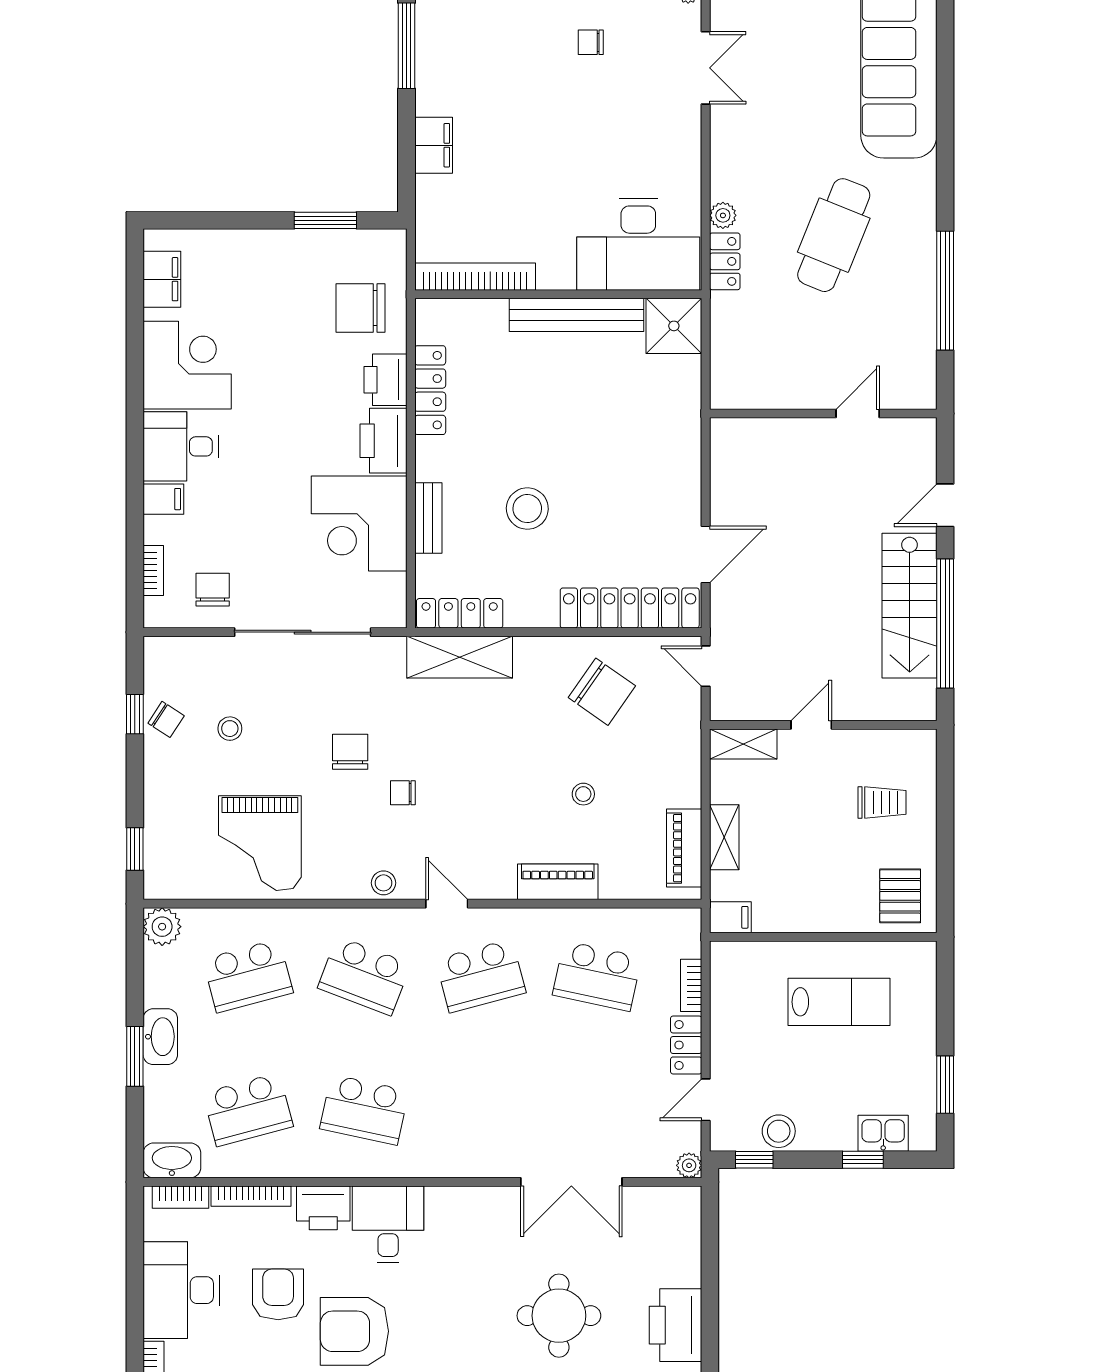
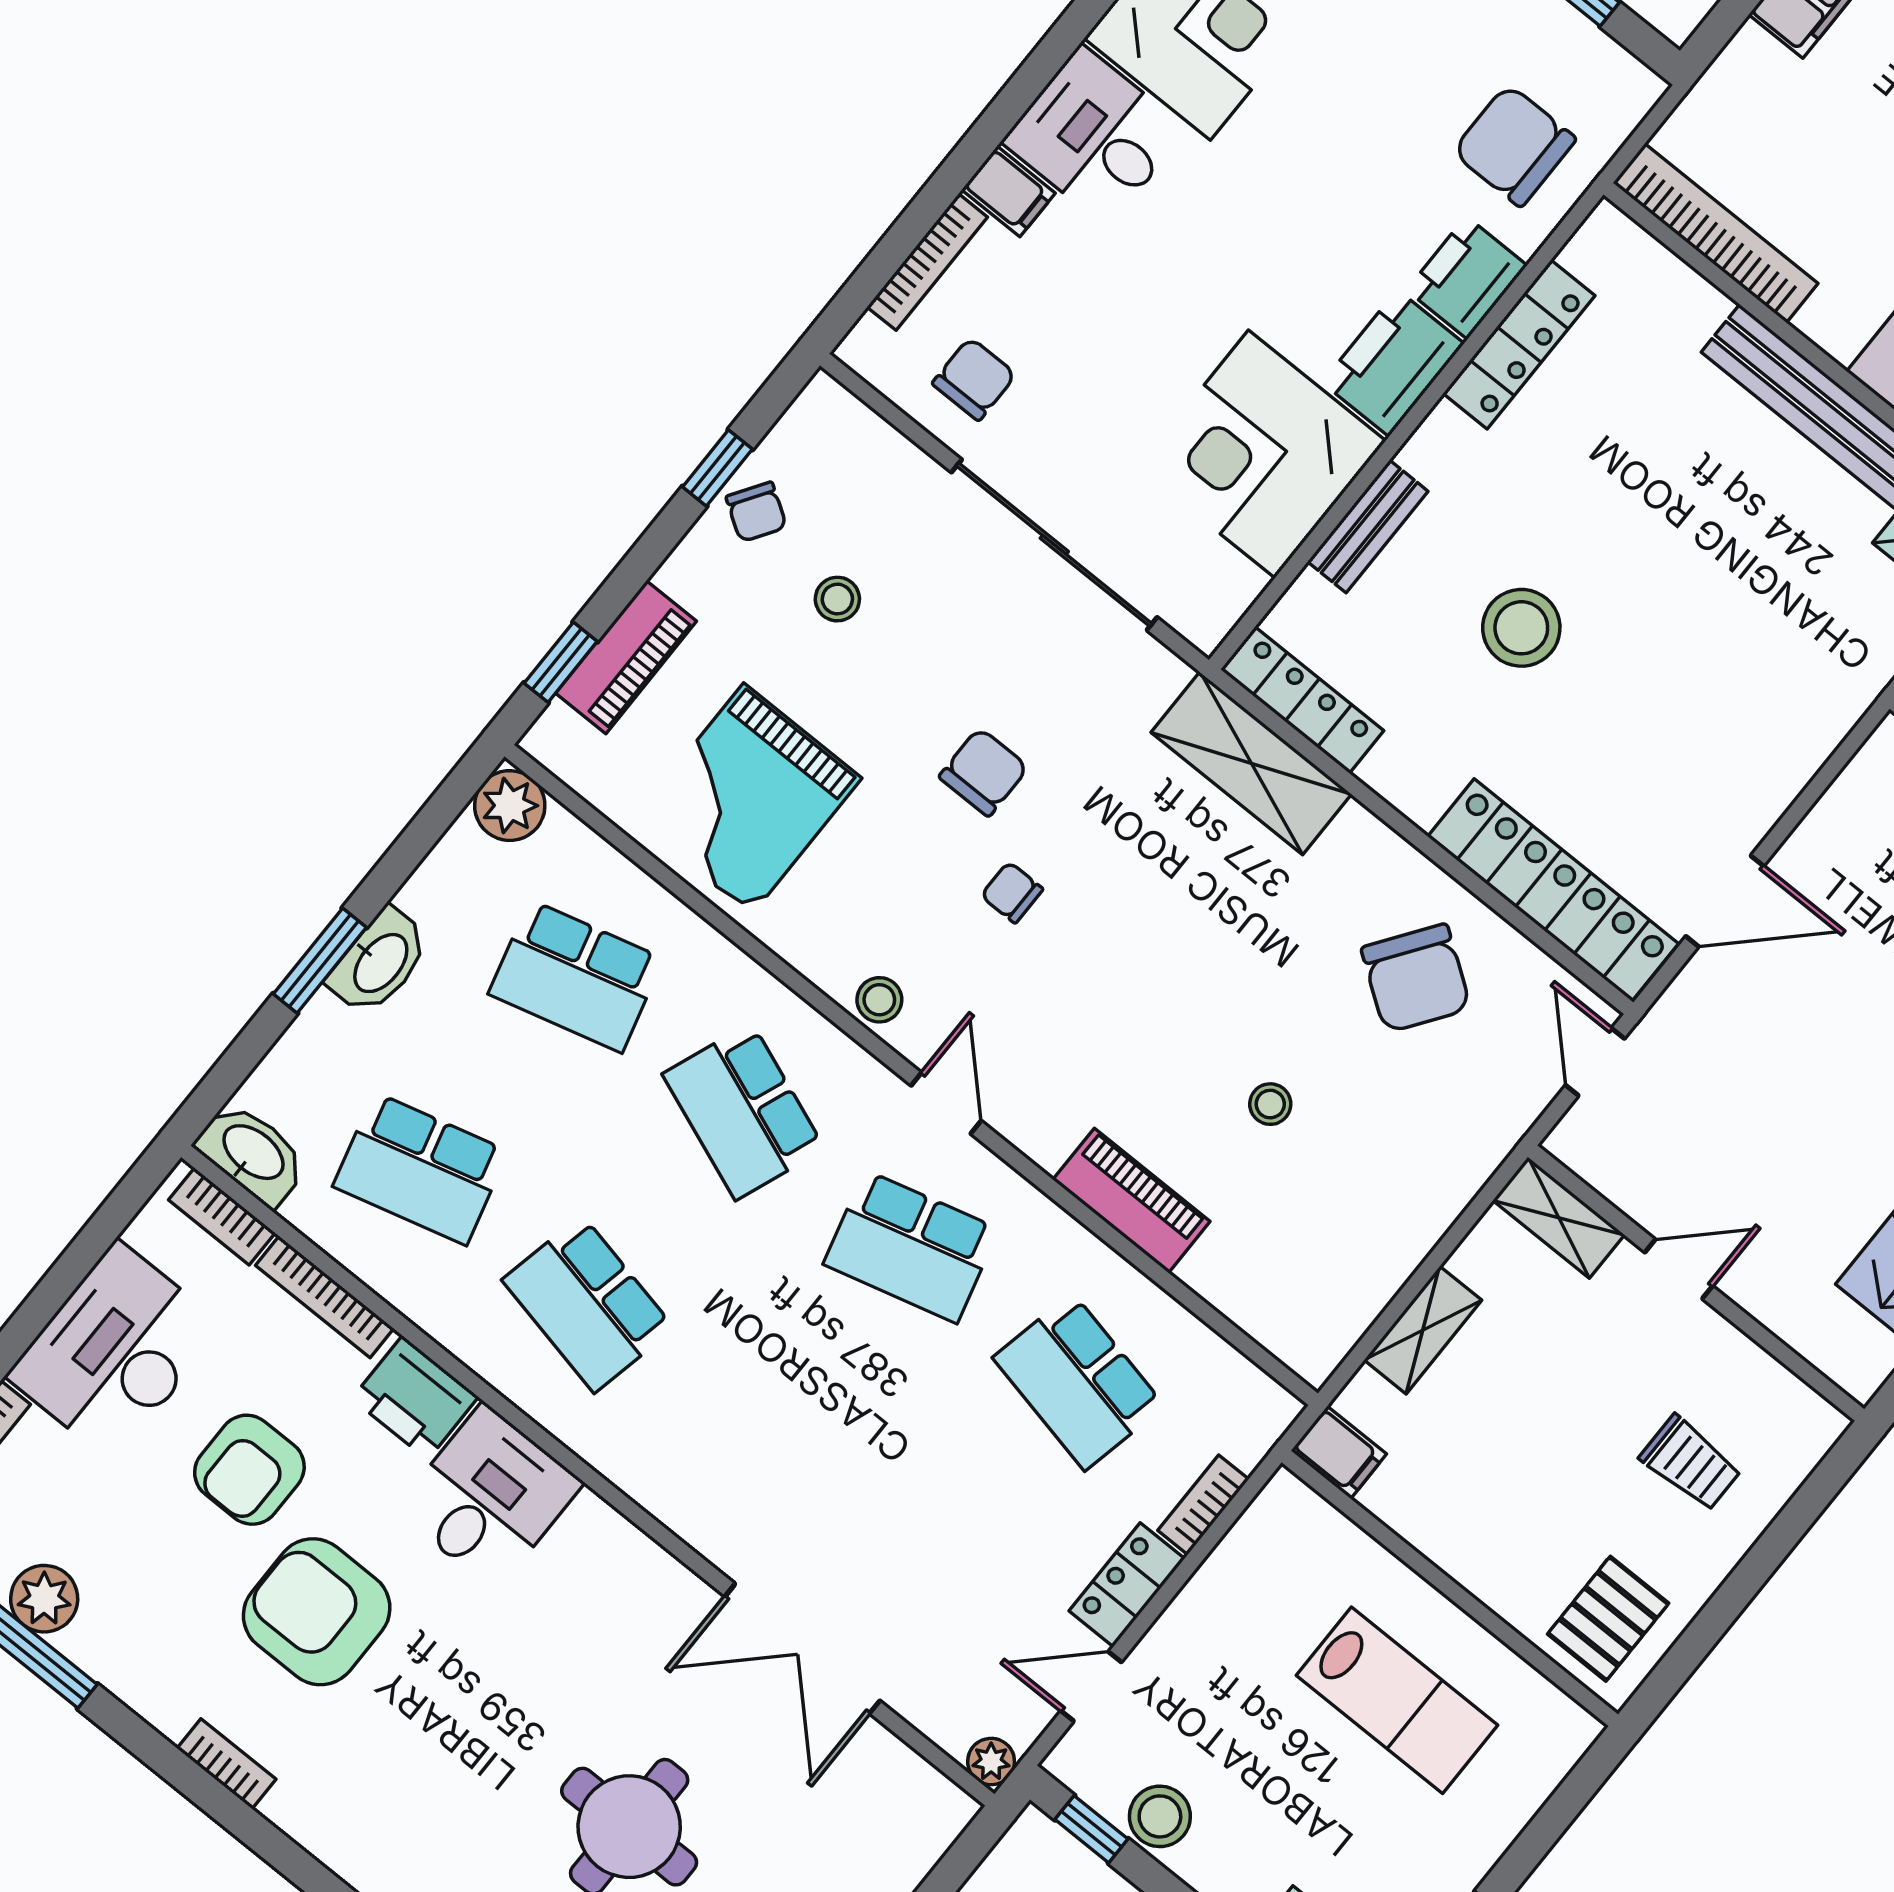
bookcase: (153, 570) -> (927, 262), width x1.56
piano: (684, 848) -> (626, 657), moved, turned 180
armchair: (278, 1294) -> (249, 1470), turned 180

